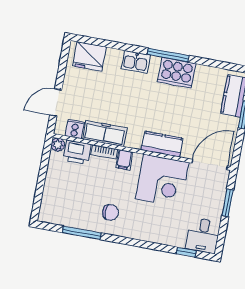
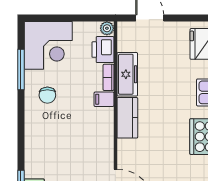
cooker: (75, 129) -> (126, 43), removed
kitchen counter: (162, 144) -> (127, 118), moved
corner desk: (162, 181) -> (48, 45), moved, turned -90

